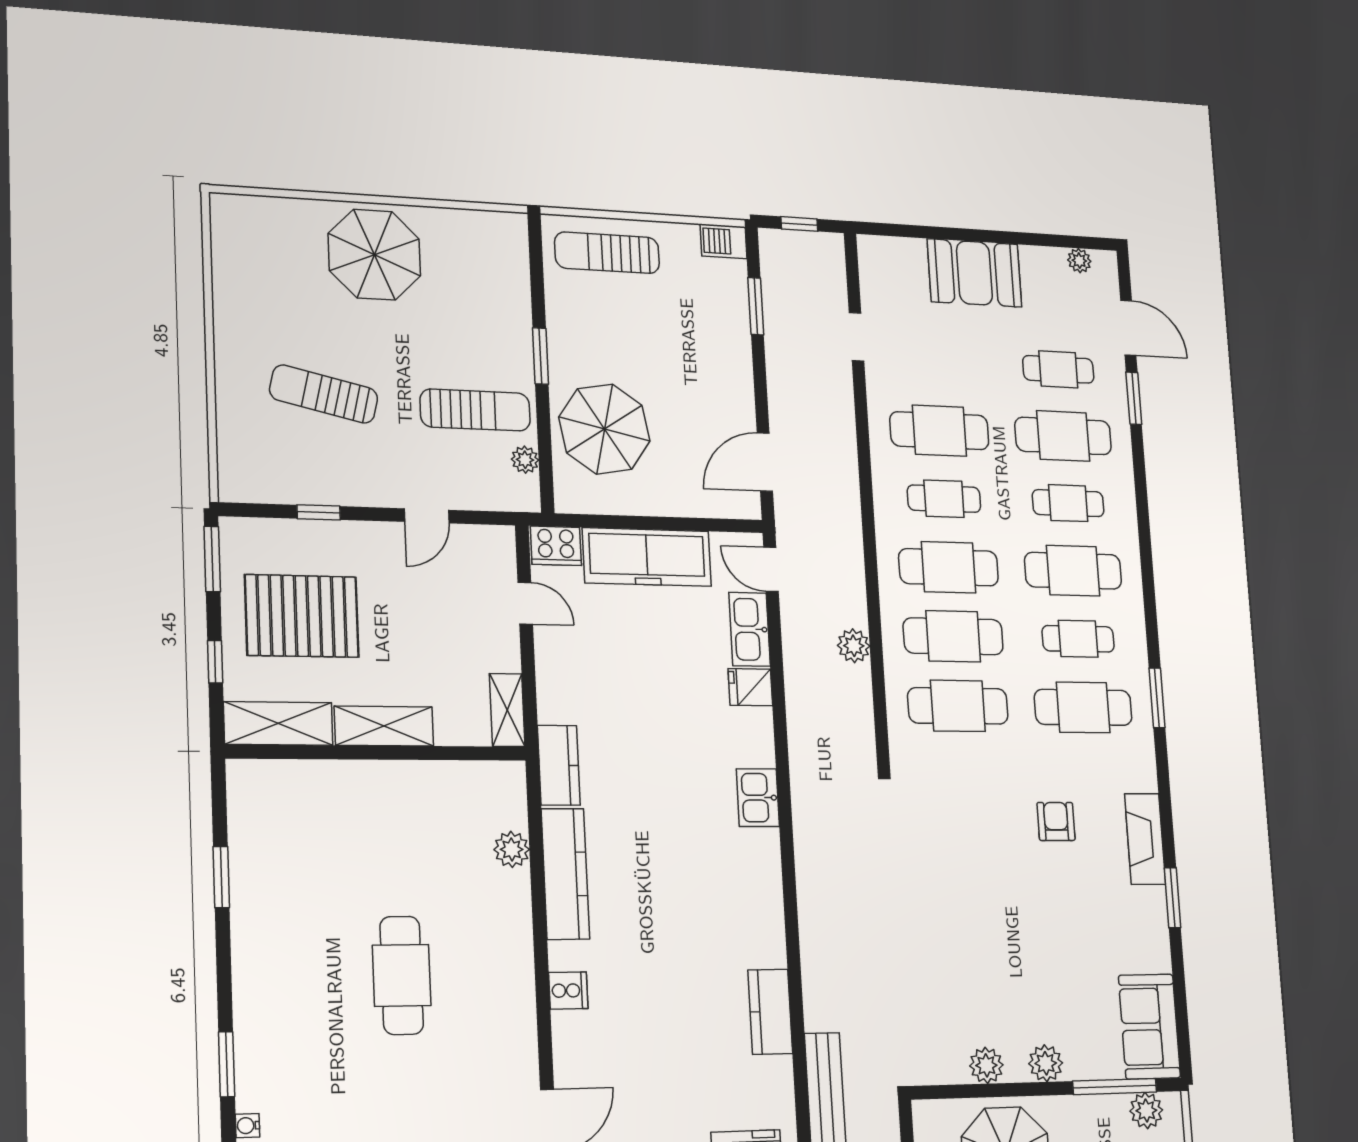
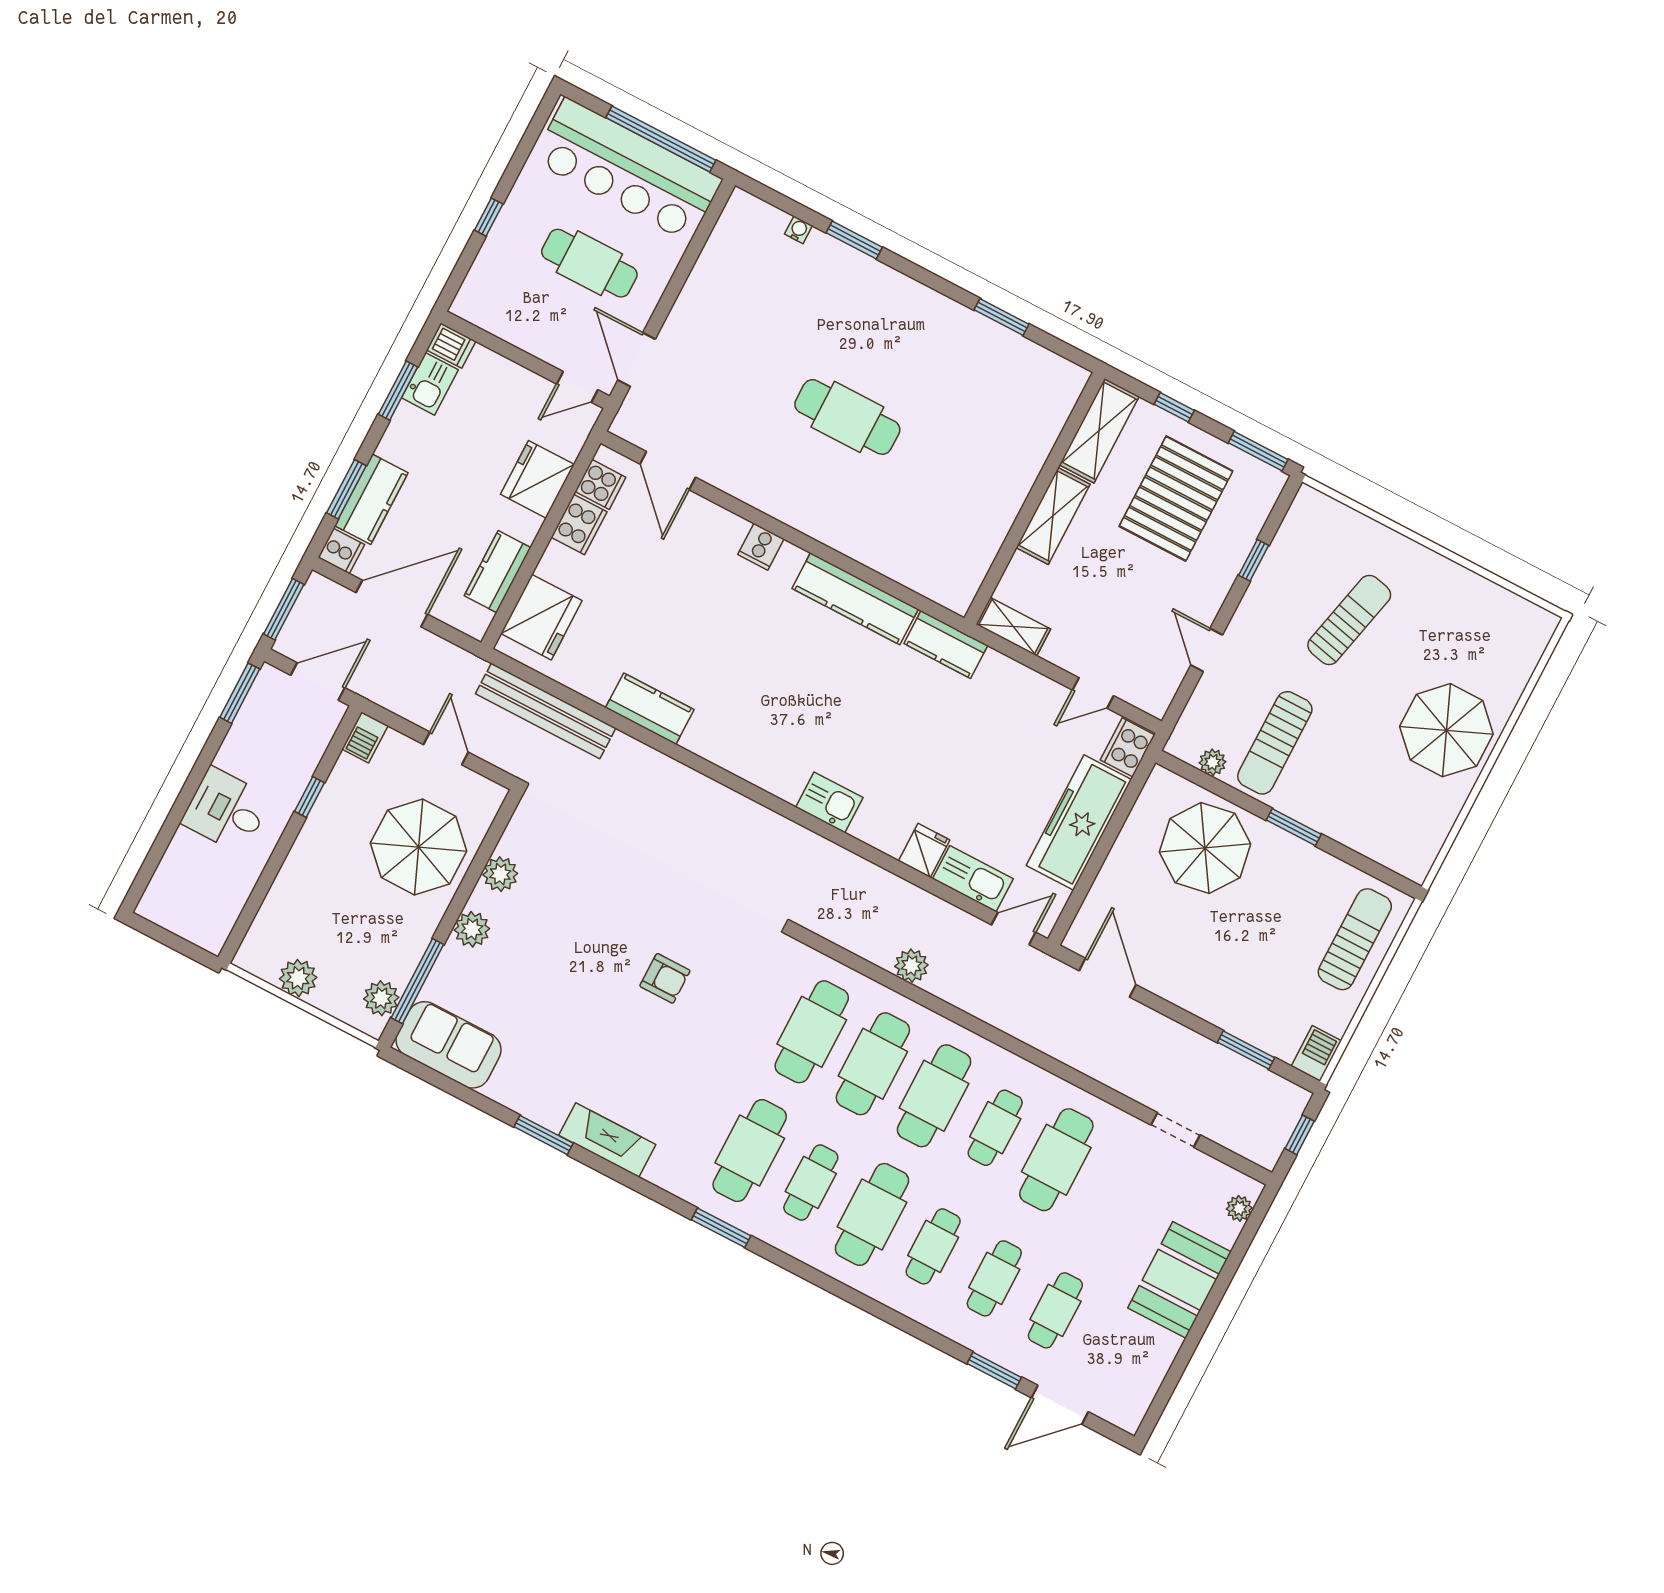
plant: (1079, 261) -> (1239, 1208), moved
cafe table: (1063, 436) -> (994, 1278), width x0.73, depth x0.74
armchair: (1056, 821) -> (665, 978), moved
plant: (512, 849) -> (899, 565), removed

